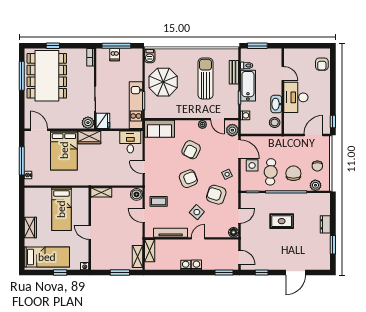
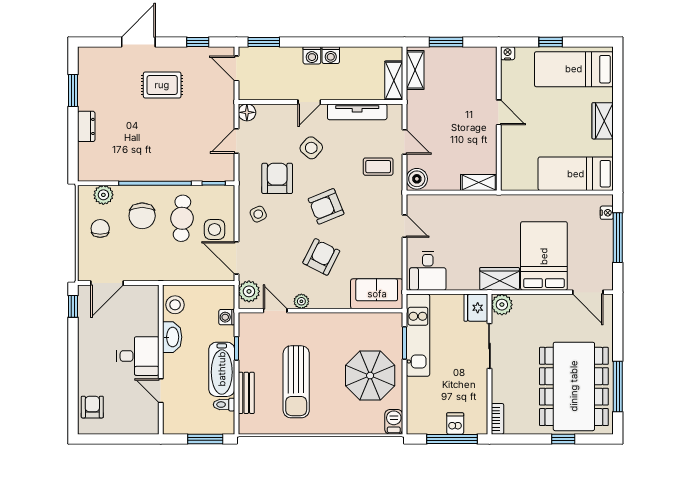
desk: (296, 97) -> (138, 356), width x0.73
armchair: (216, 195) -> (277, 178), turned -108
bed: (61, 209) -> (576, 174), moved, turned -90
rug: (282, 221) -> (162, 85), moved

